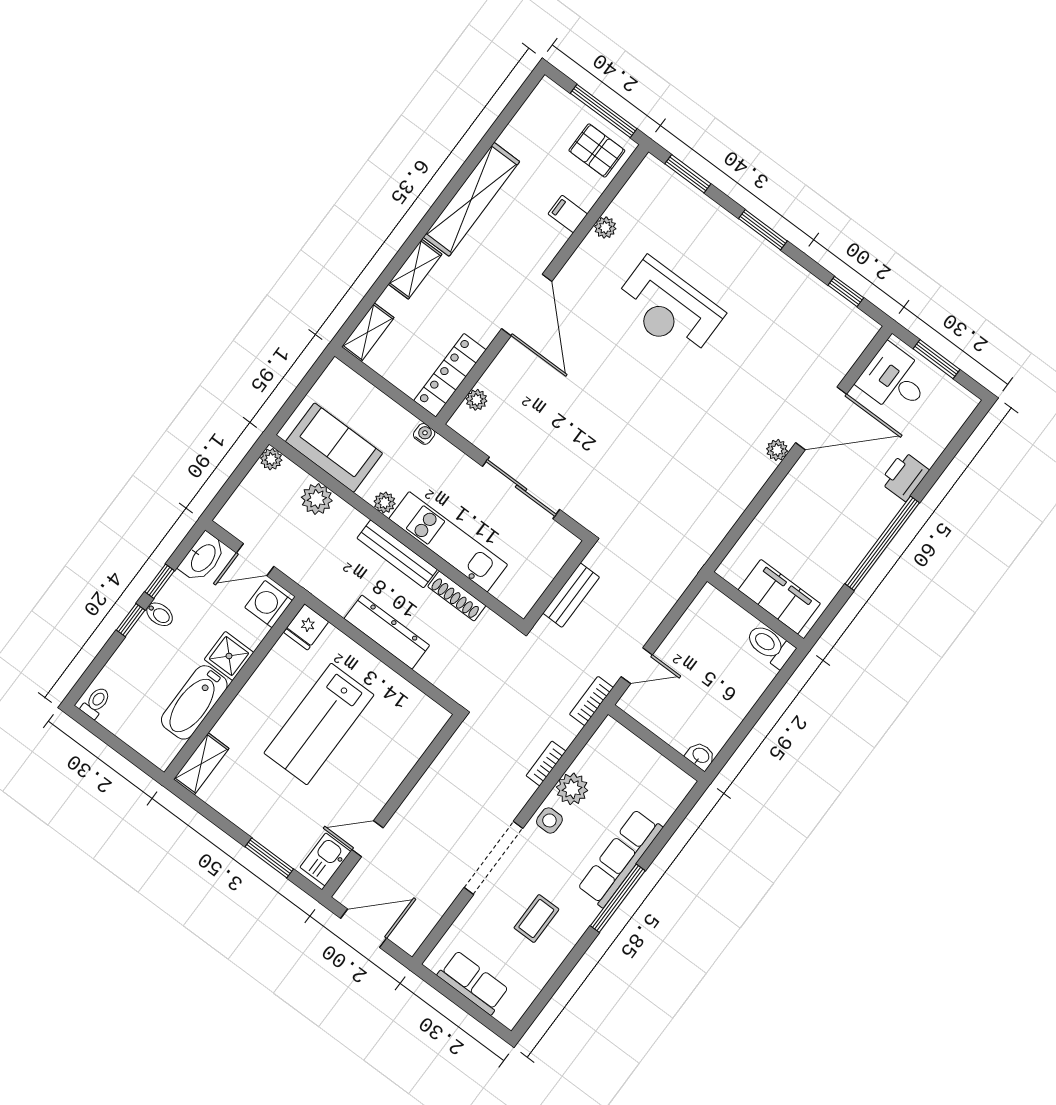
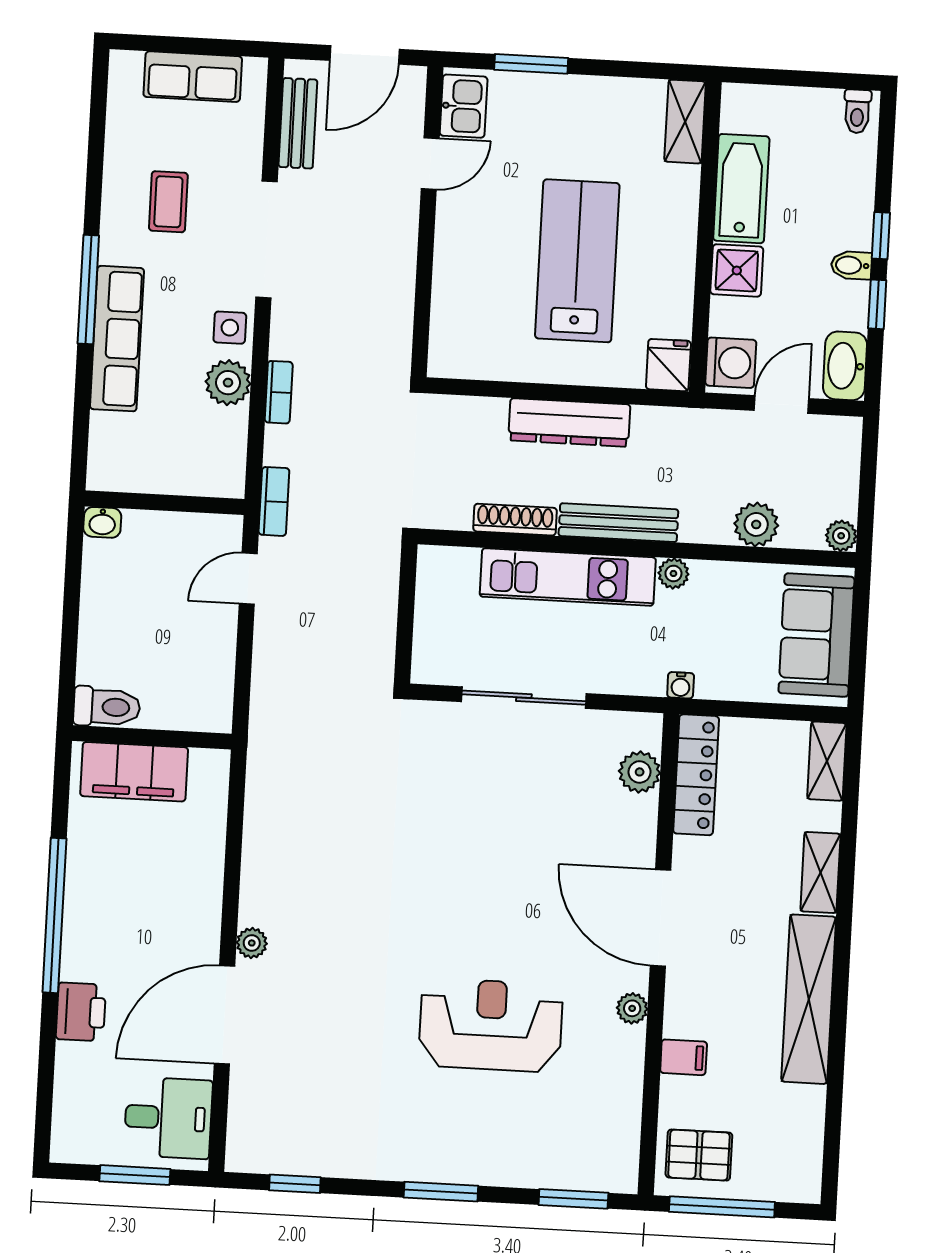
plant: (605, 227) -> (632, 1008), moved
plant: (477, 400) -> (640, 772), width x1.38, depth x1.38
sofa: (334, 448) -> (816, 635), moved, turned 90
bench: (571, 595) -> (298, 123), moved

